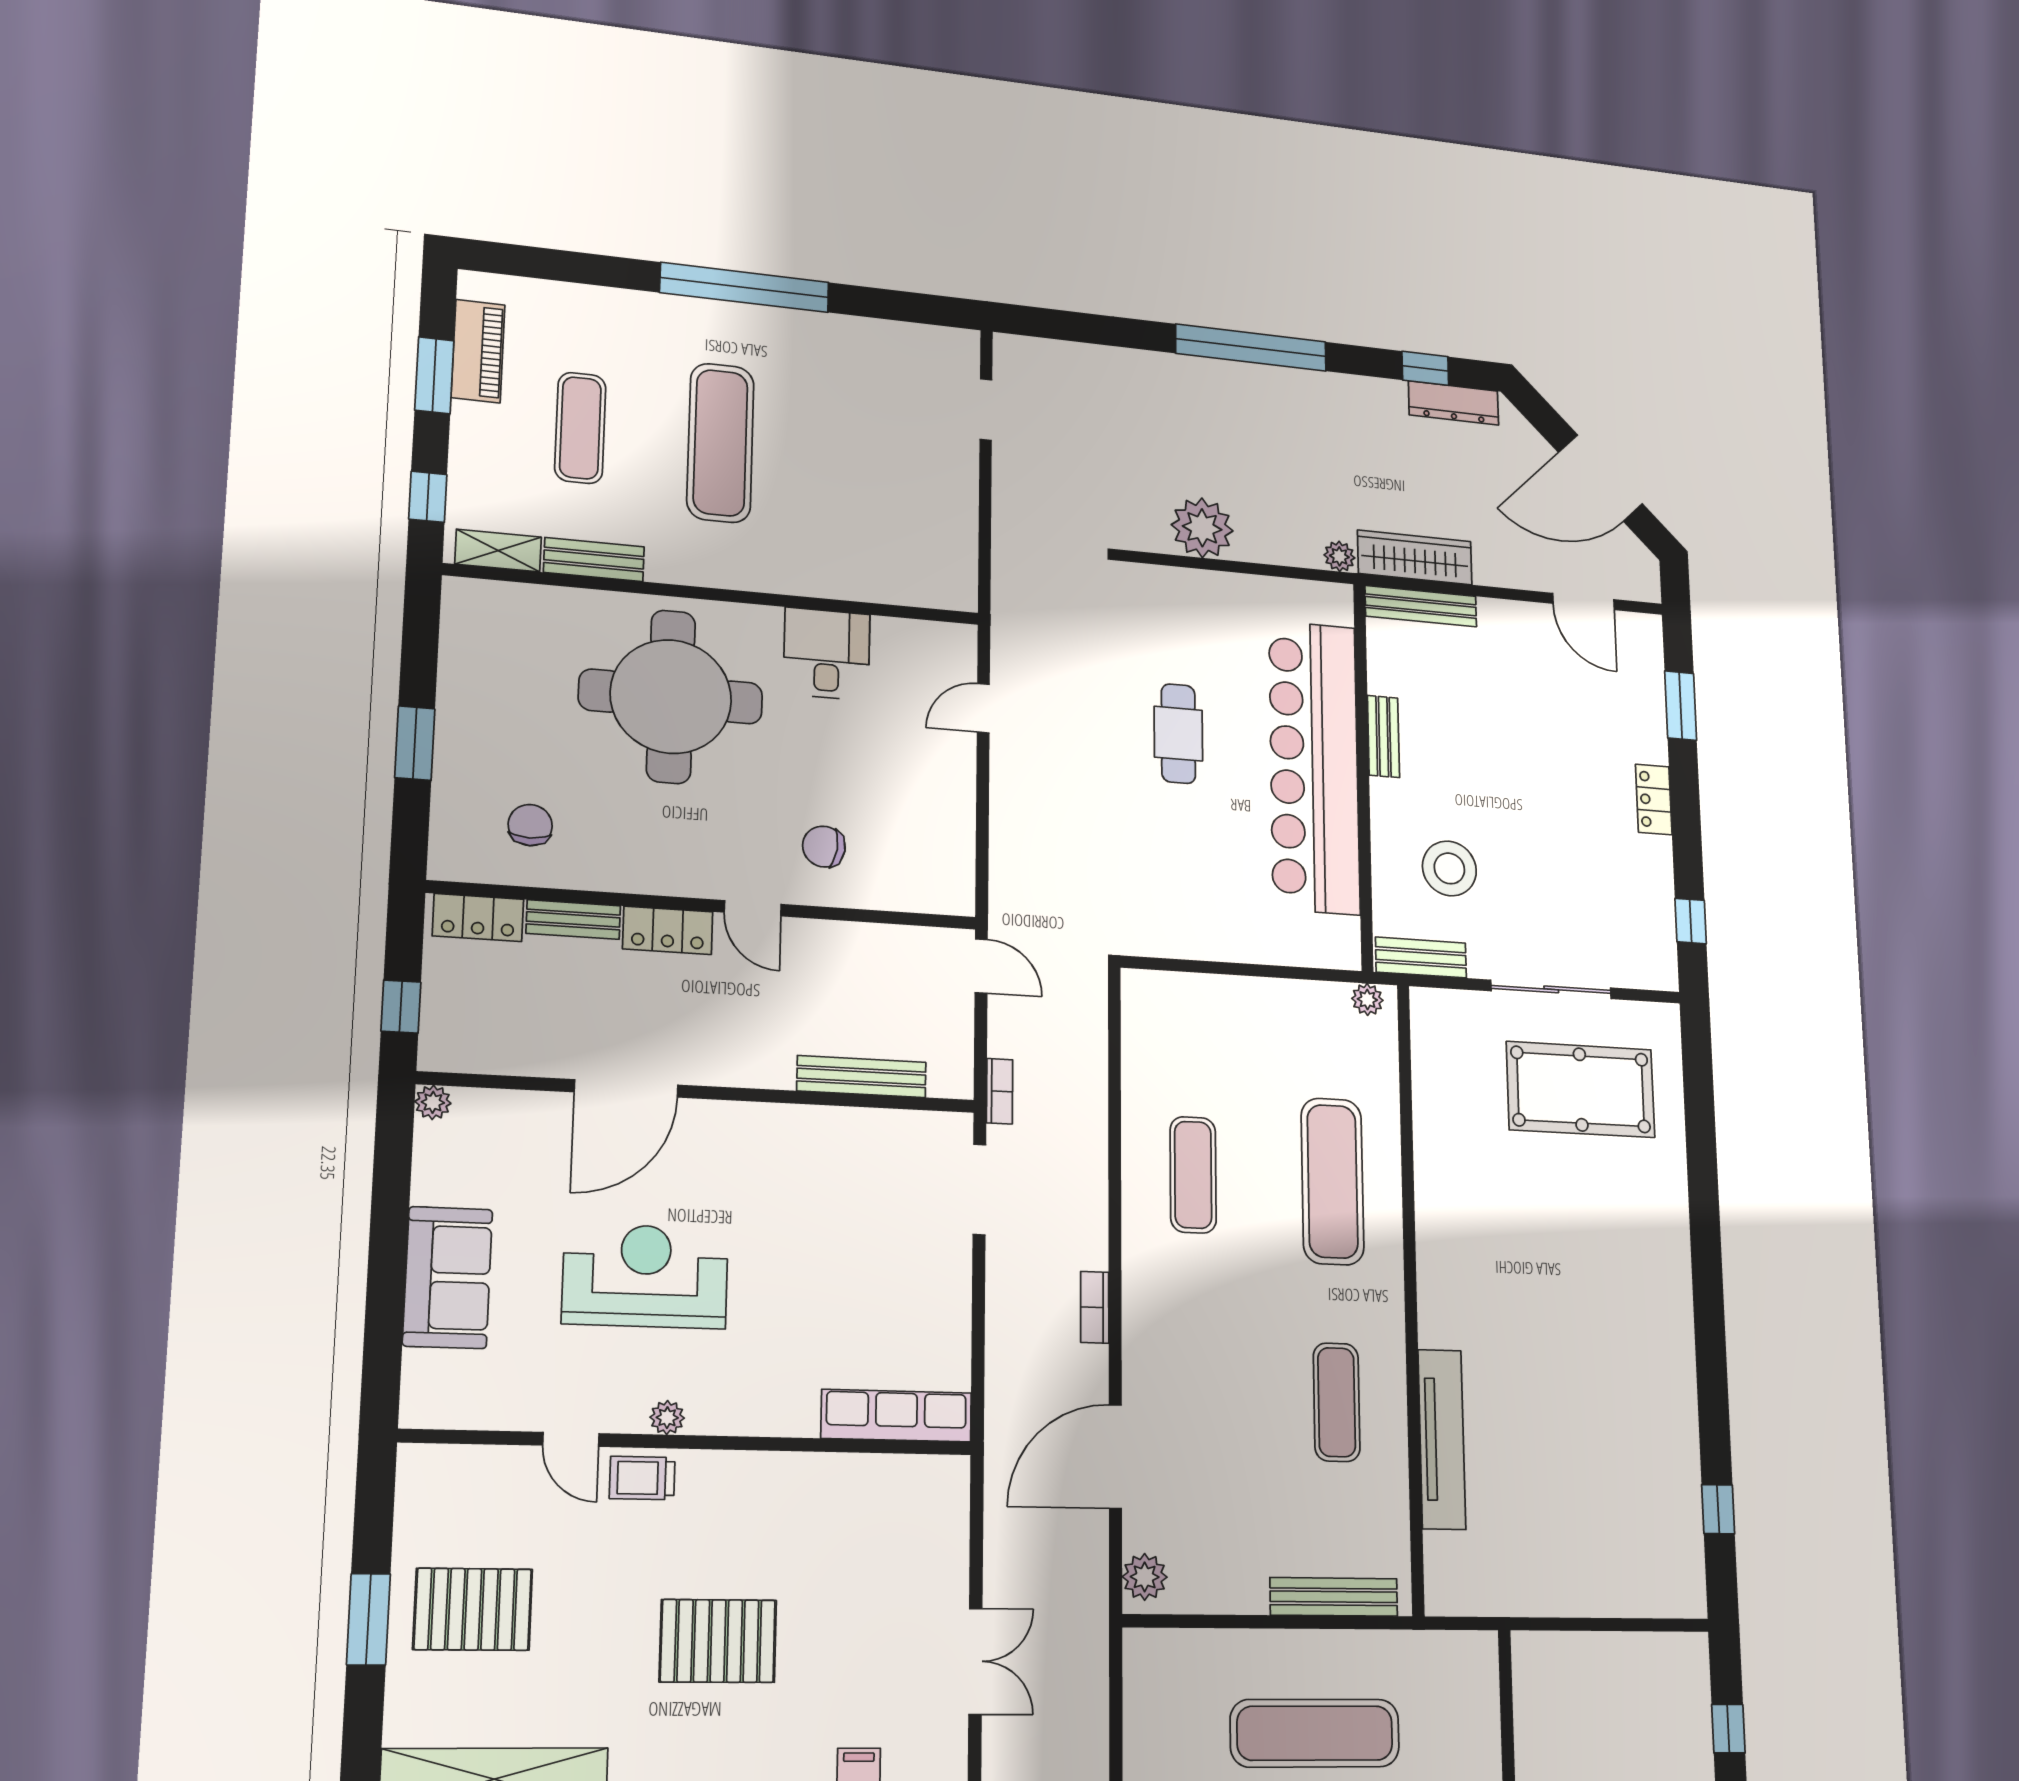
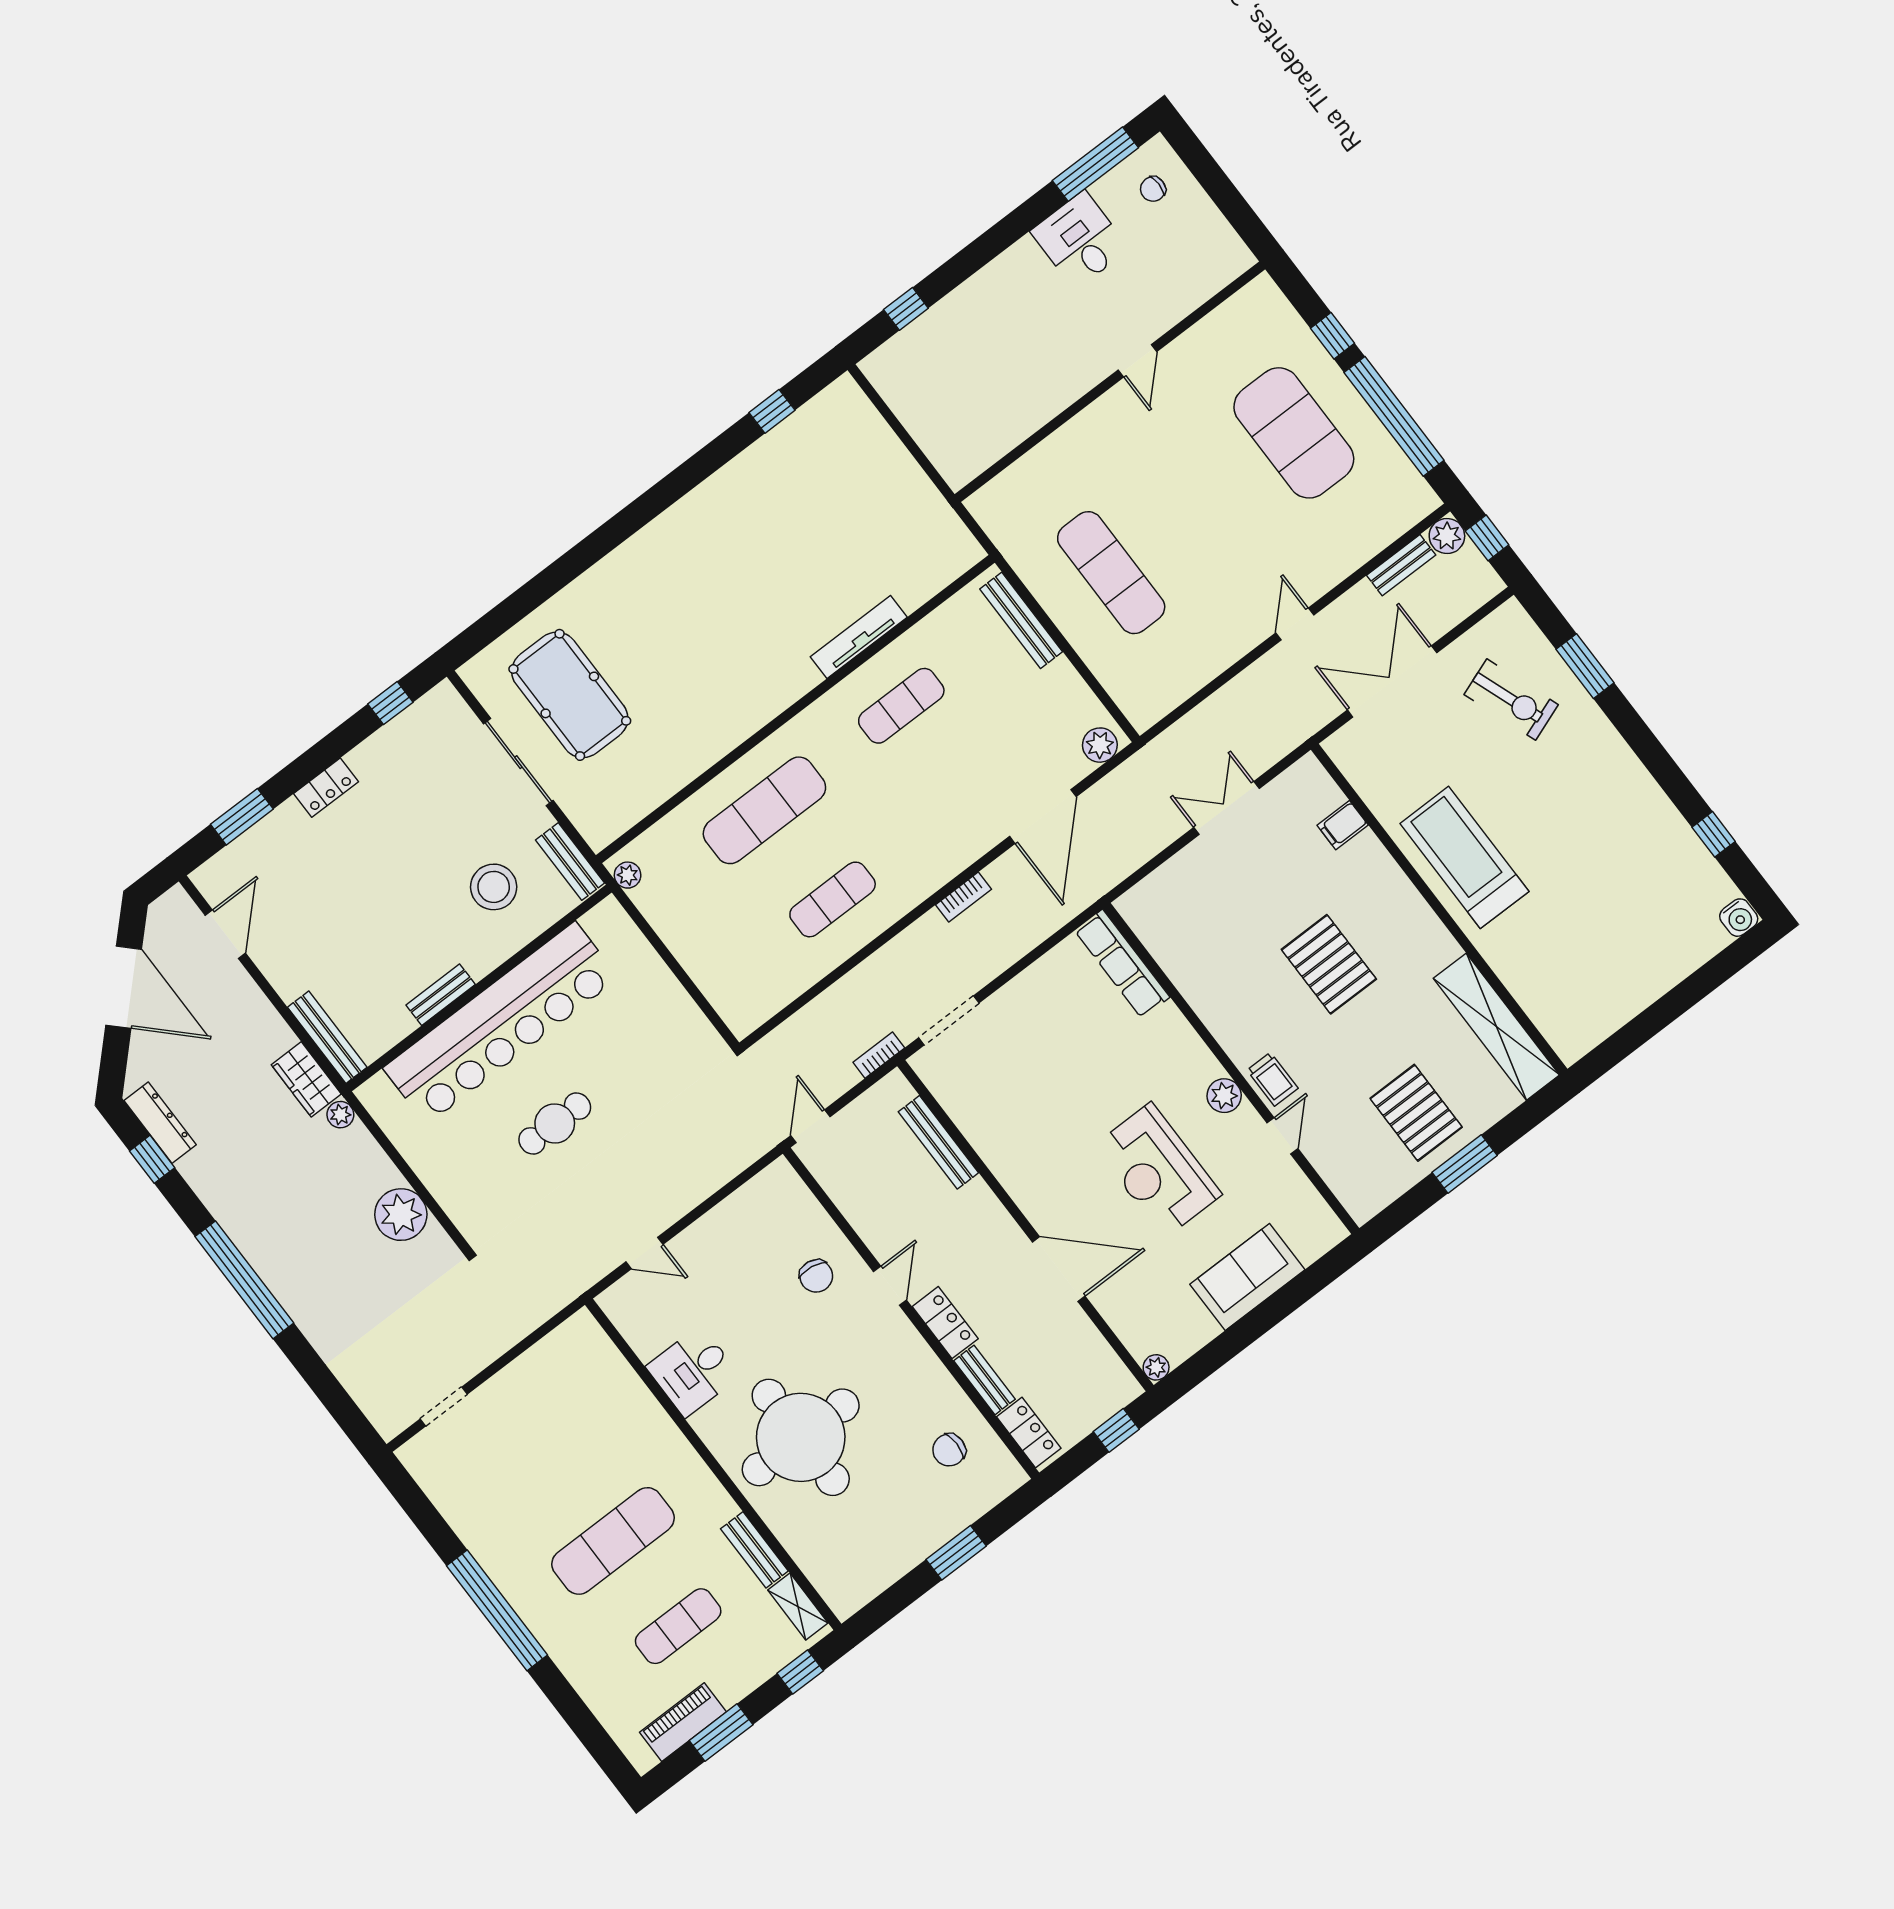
wardrobe: (1415, 557) -> (306, 1079), width x0.67
plant: (667, 1418) -> (1224, 1096), width x1.38, depth x1.38
tv unit: (1442, 1439) -> (859, 637), width x0.73, depth x0.78
door: (1115, 1457) -> (1043, 816), hinge flipped

